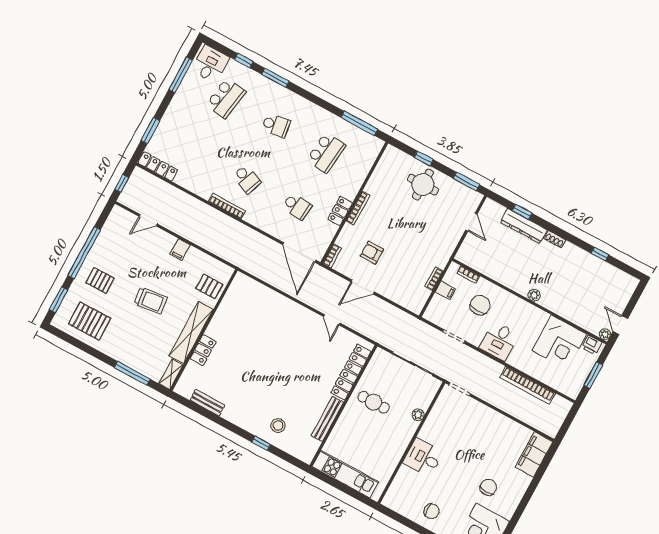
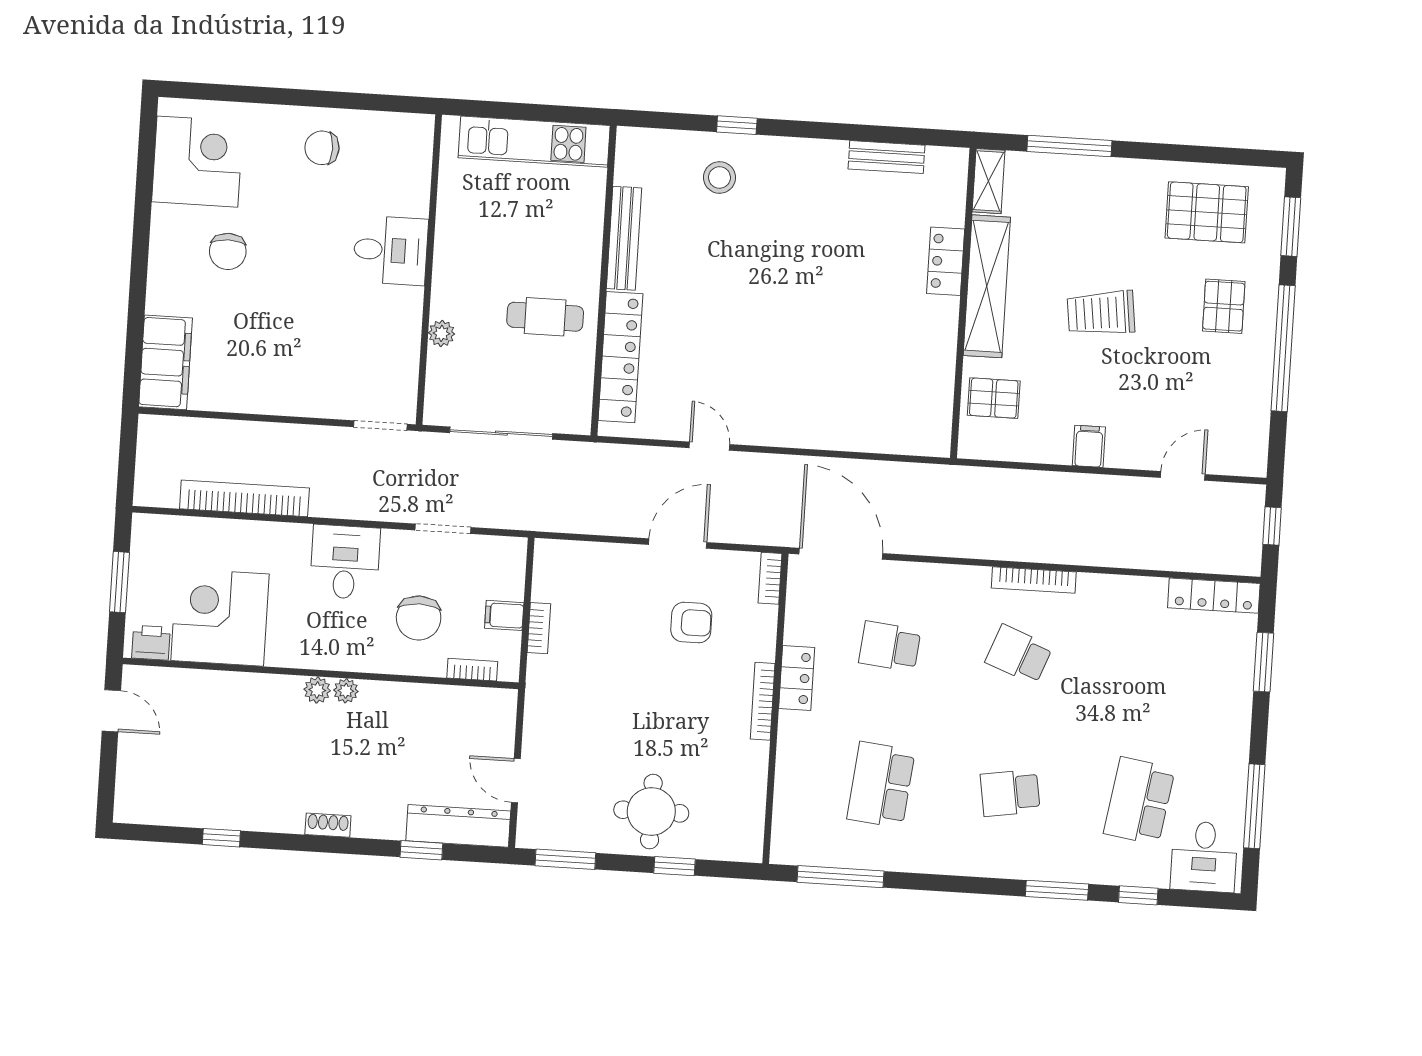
dresser: (524, 226) -> (458, 826), moved
pallet: (100, 280) -> (1224, 306), turned 90
plant: (605, 334) -> (346, 691), moved

